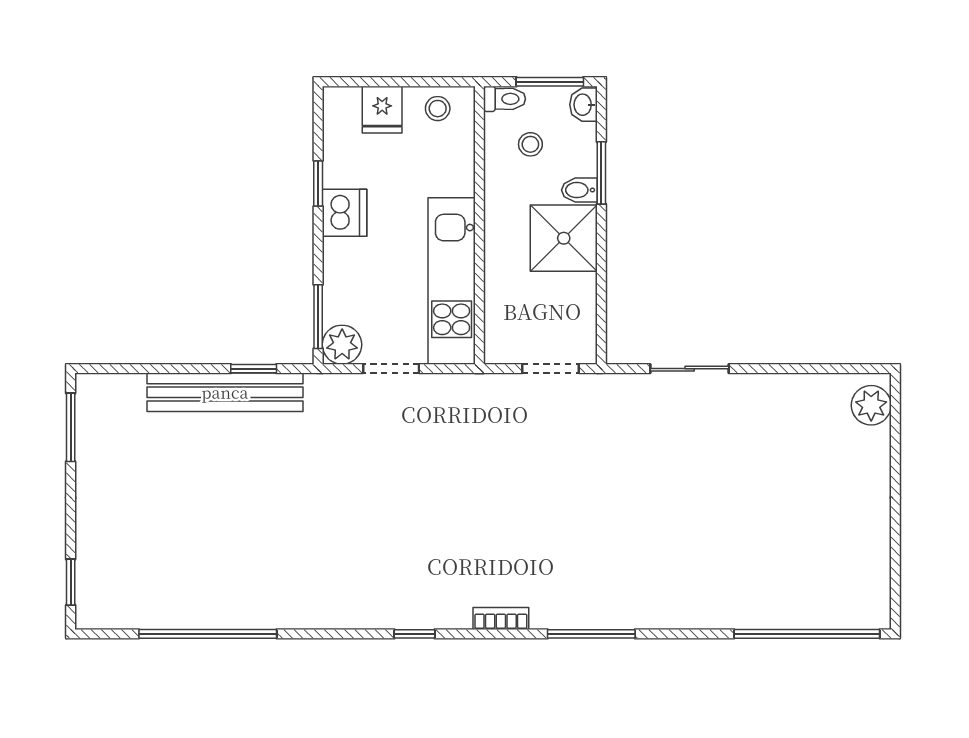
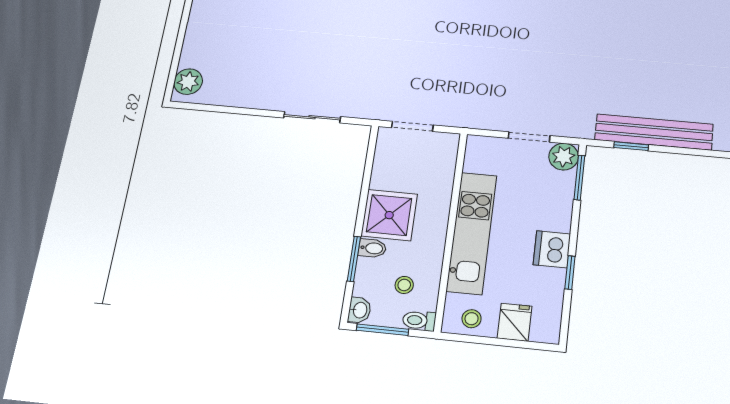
kitchen unit: (452, 281) -> (472, 233), moved

